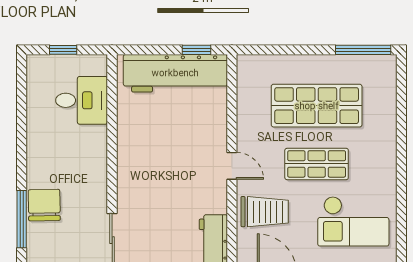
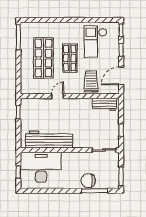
workbench: (175, 73) -> (49, 140), moved, turned -90
desk: (82, 100) -> (41, 167), width x1.87, depth x1.30
door: (232, 166) -> (58, 96), moved
checkout: (353, 221) -> (95, 42), turned 180

